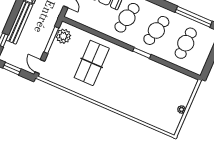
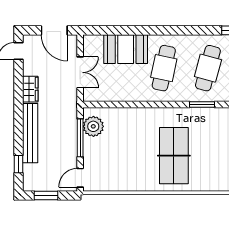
table tennis table: (92, 63) -> (174, 156), moved
door: (40, 67) -> (80, 178), hinge flipped

